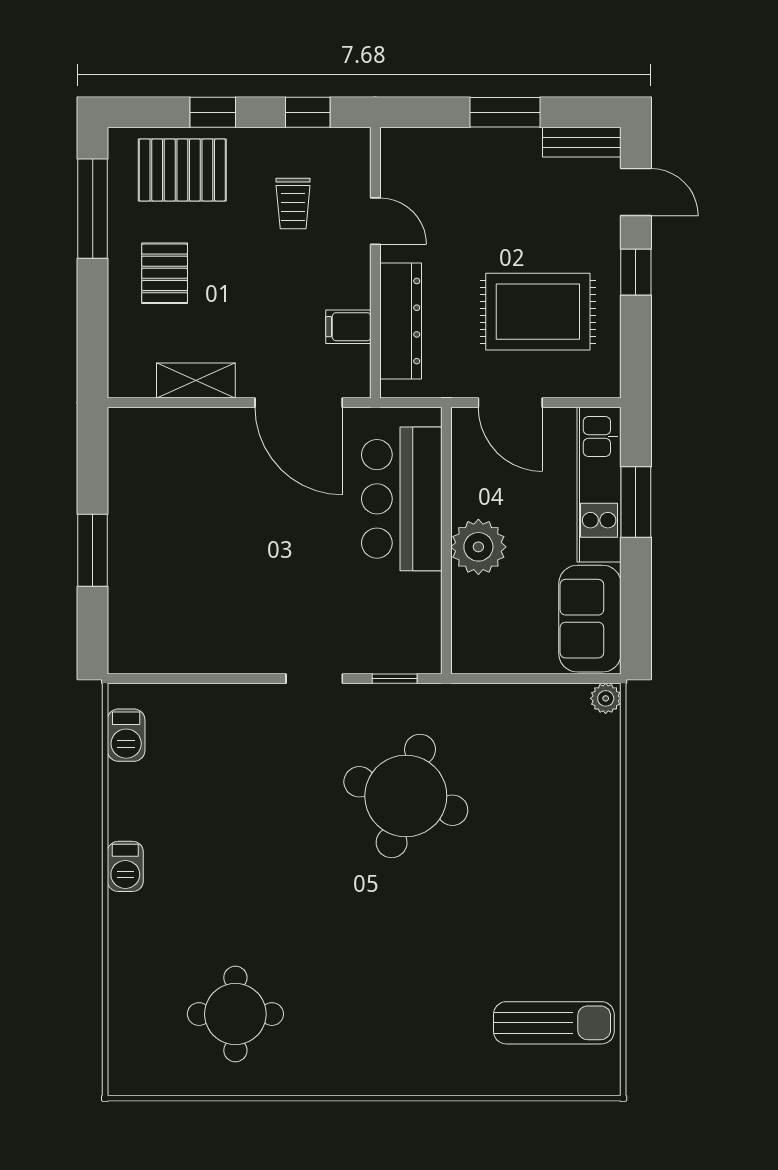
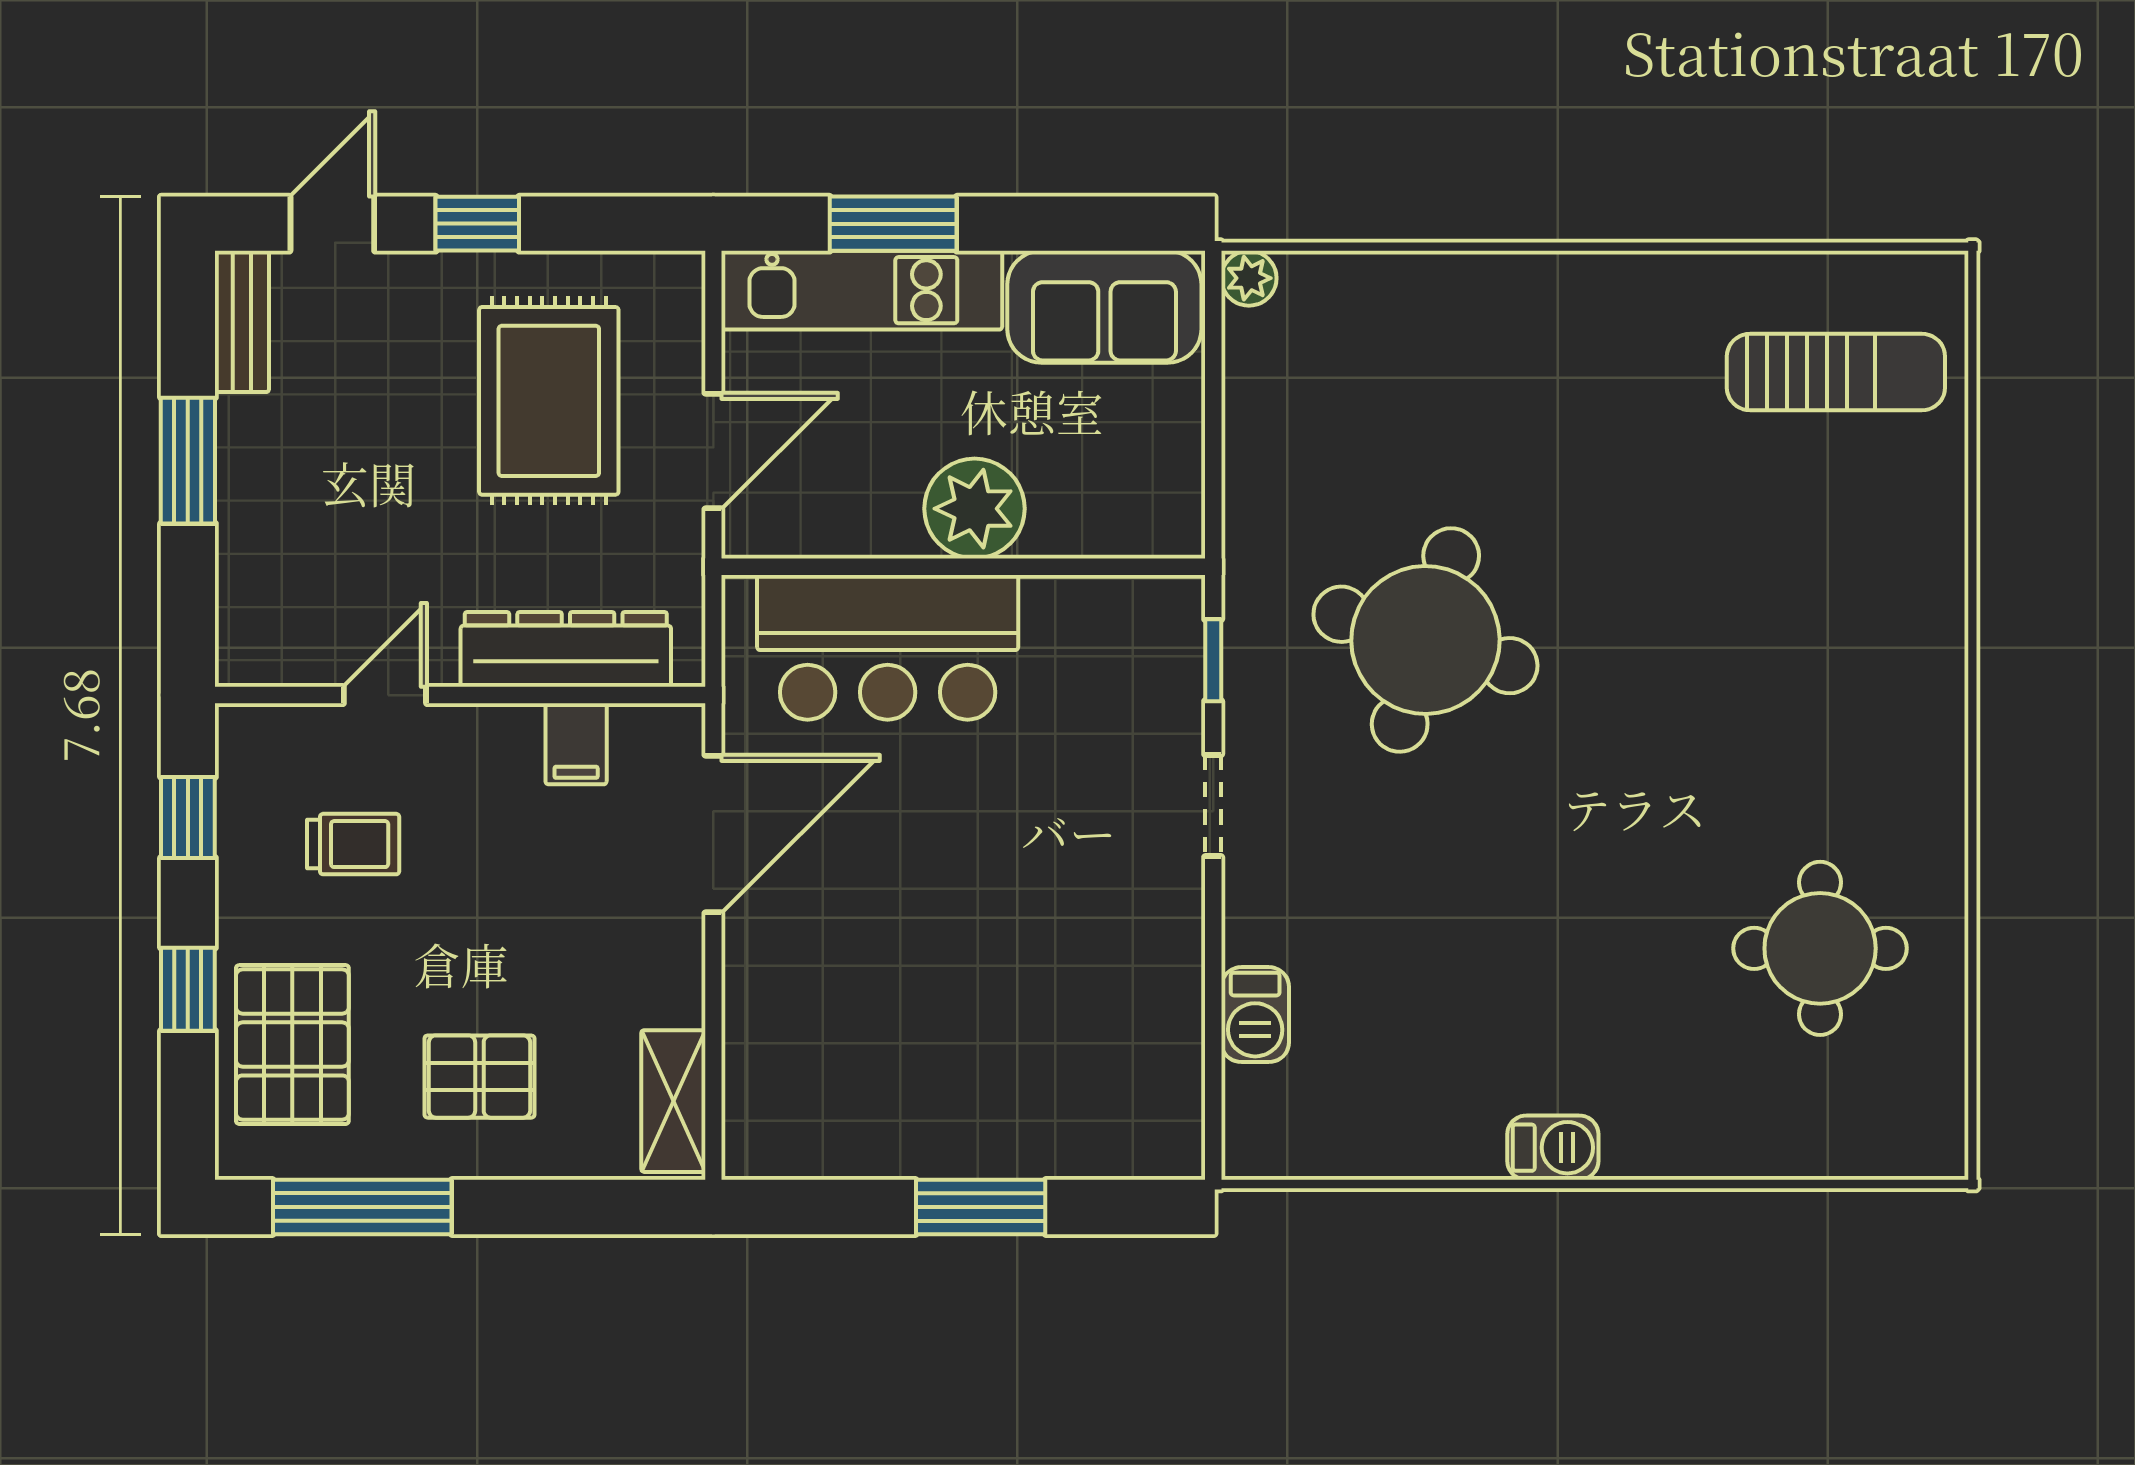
shelving: (196, 380) -> (673, 1101), moved
barbecue: (126, 735) -> (1255, 1015), moved, turned 90
sun lounger: (554, 1023) -> (1836, 372), turned 90

